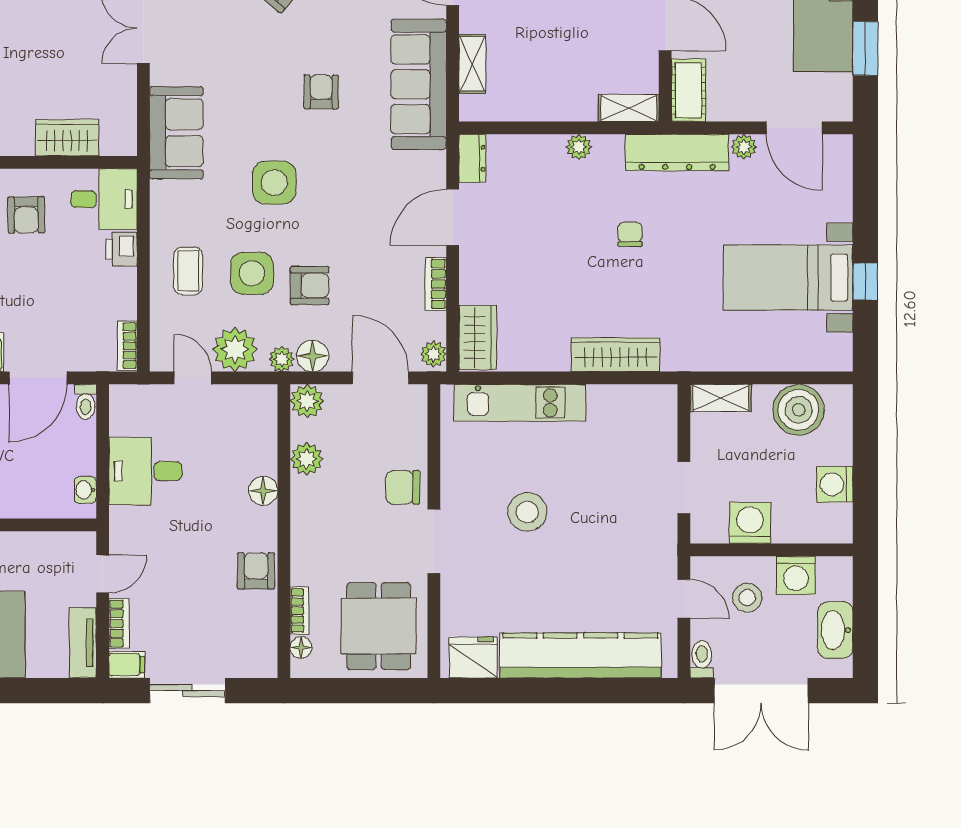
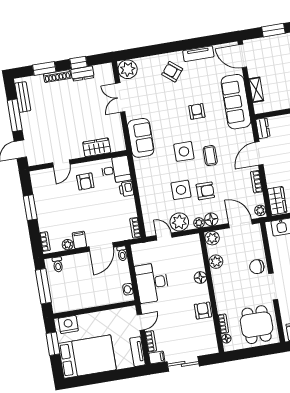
coffee table: (188, 271) -> (210, 156), moved
desk: (145, 471) -> (152, 283), width x1.37

